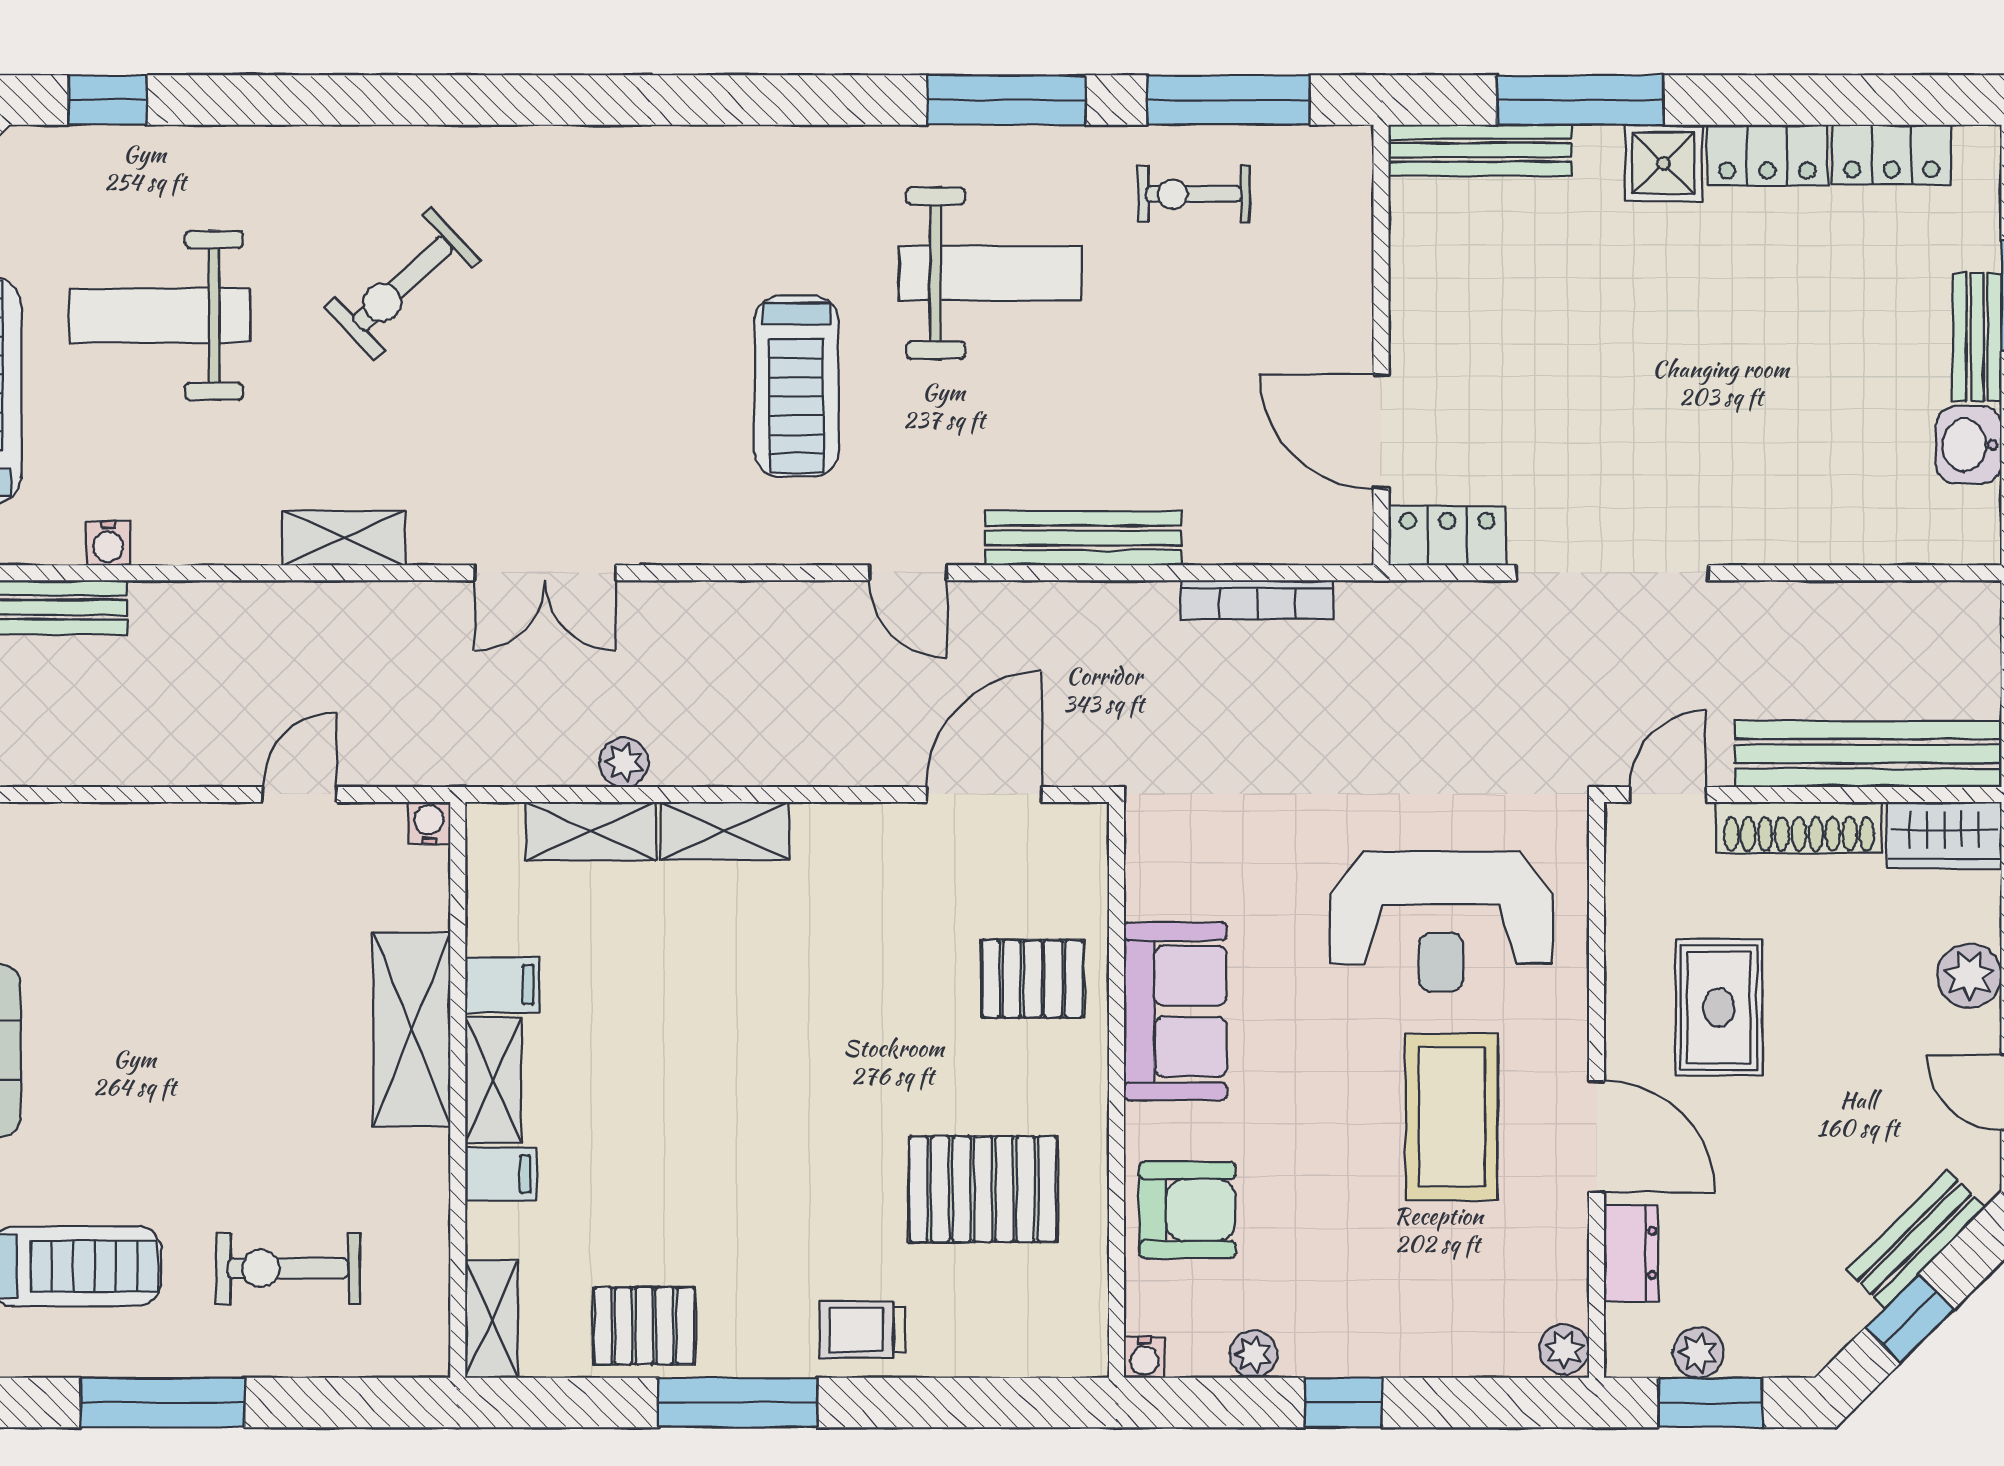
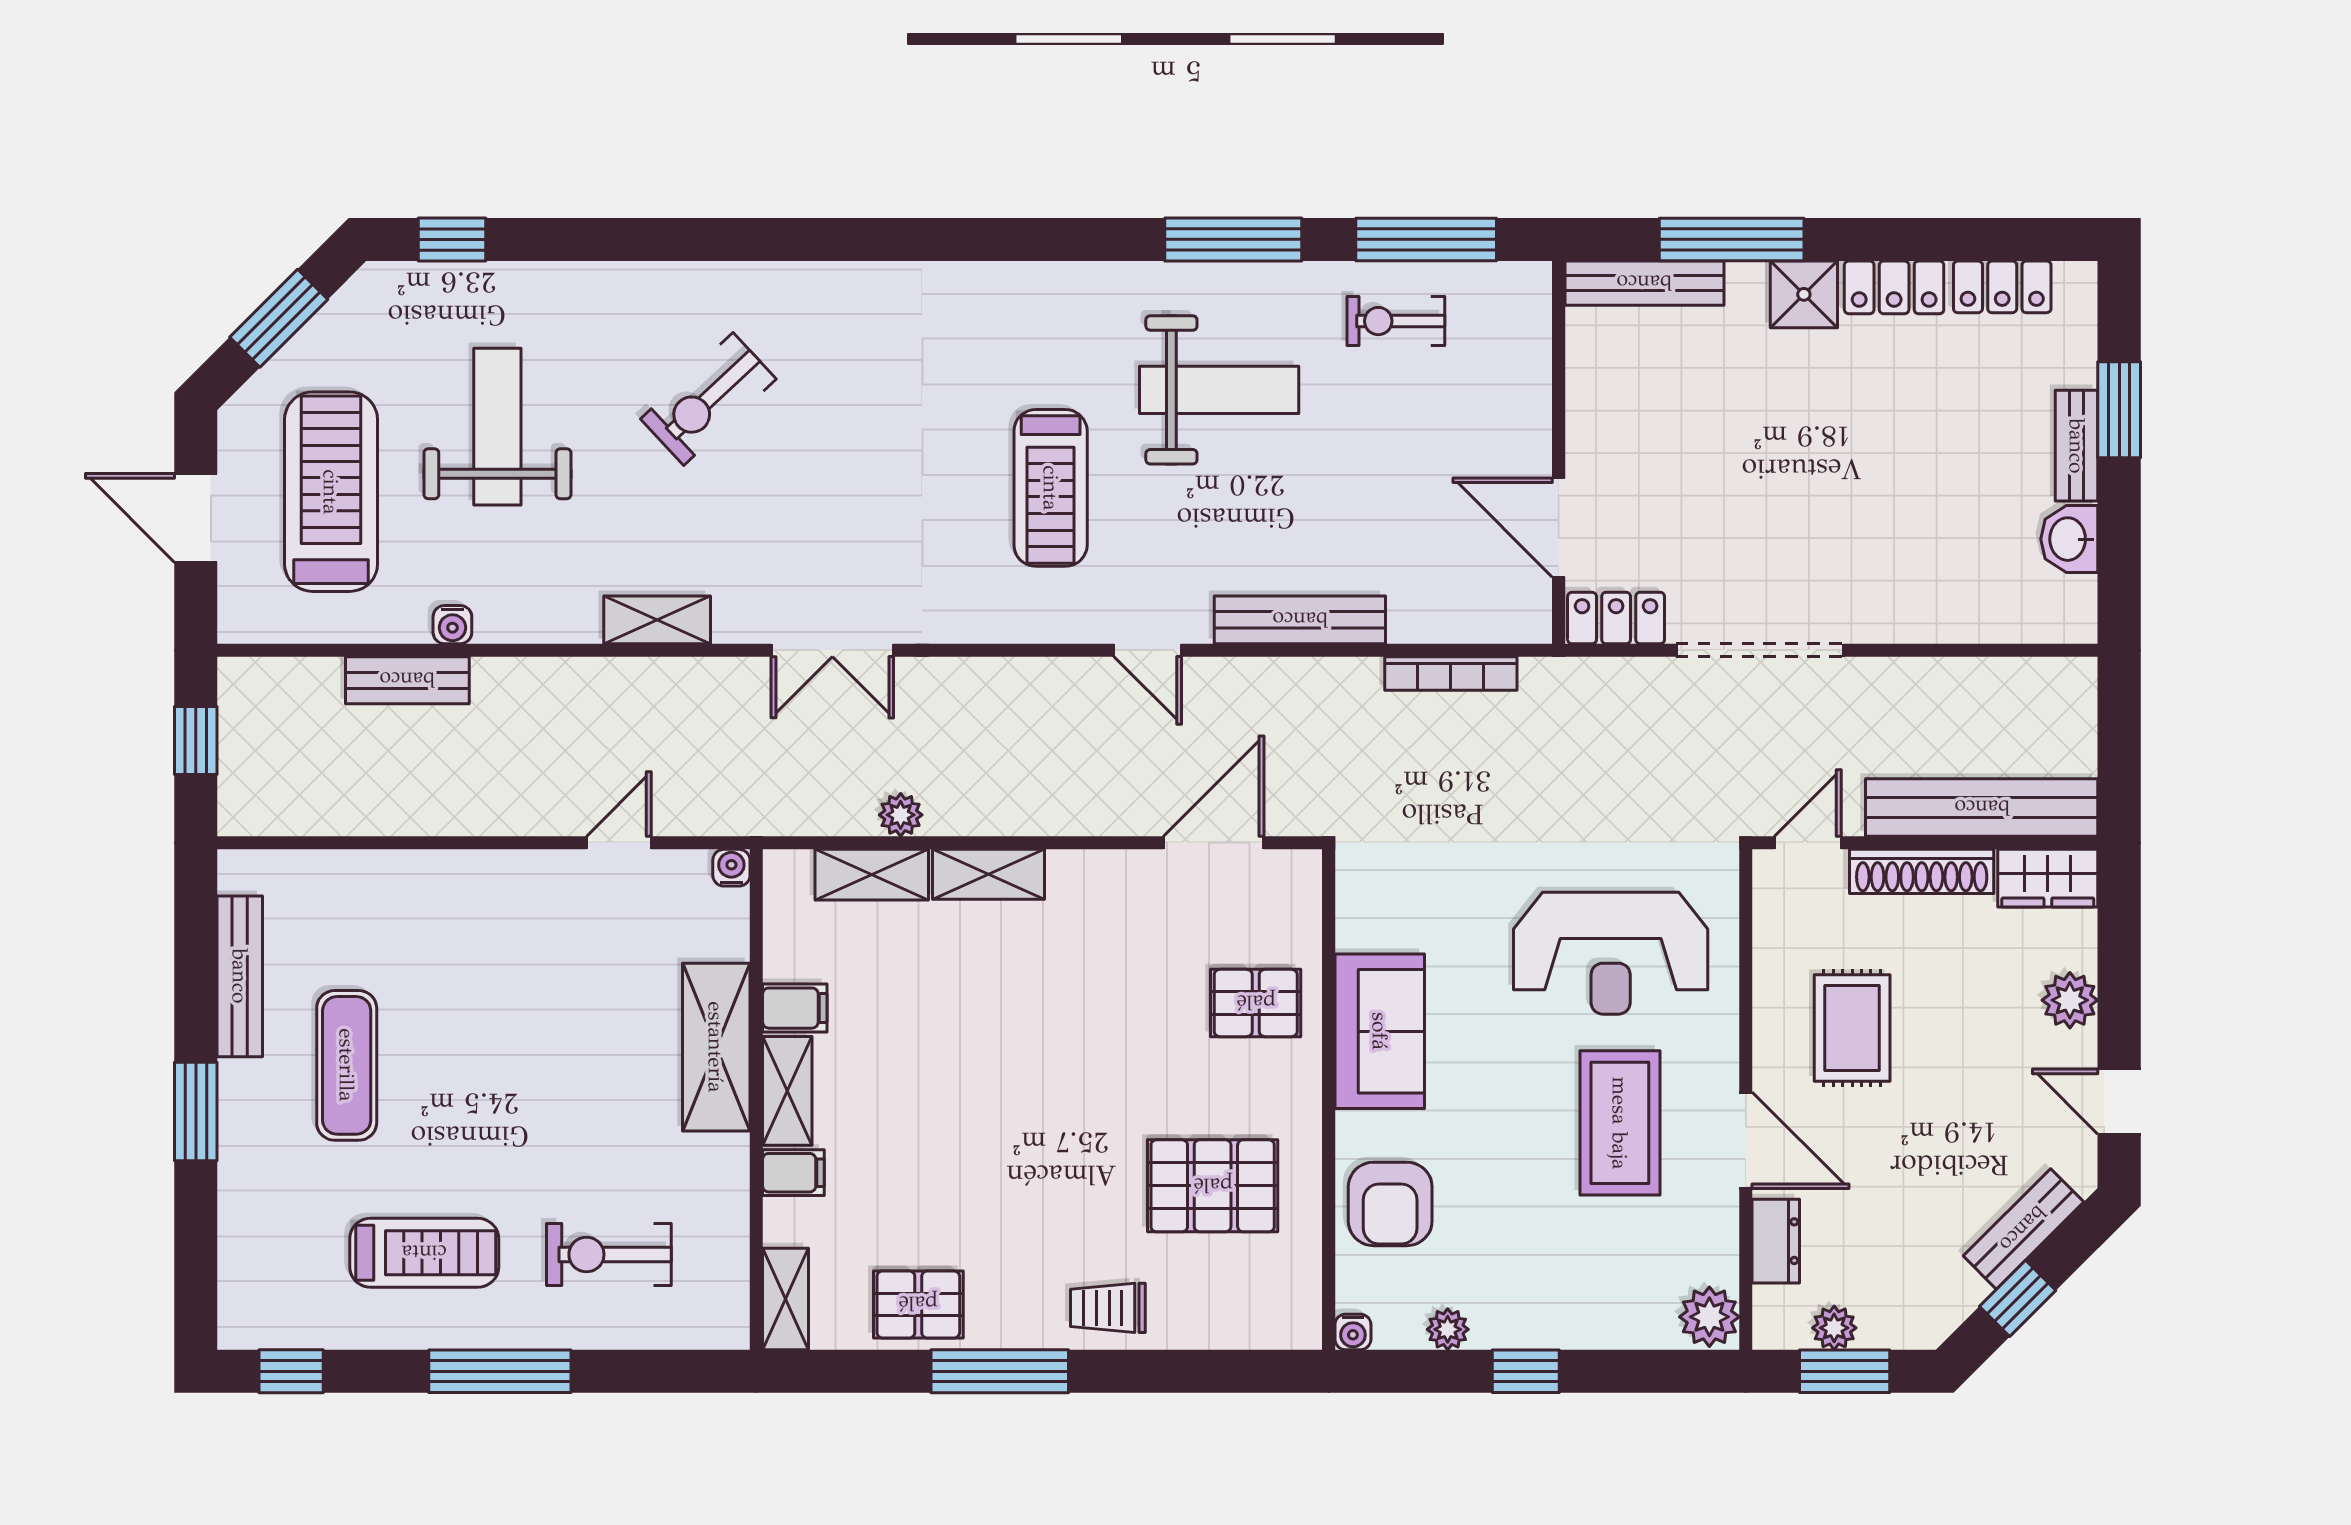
weight bench: (160, 315) -> (497, 427), turned 90
armchair: (1187, 1210) -> (1390, 1204), turned 90
plant: (1564, 1349) -> (1709, 1317), width x1.38, depth x1.38

